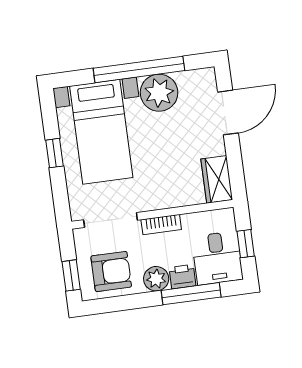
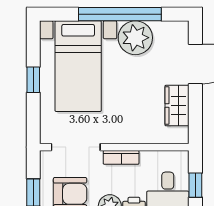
wardrobe: (217, 179) -> (177, 106), moved

